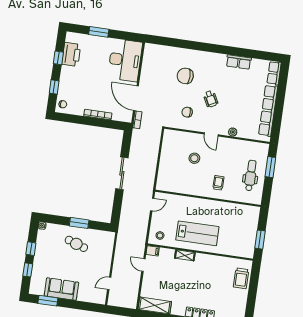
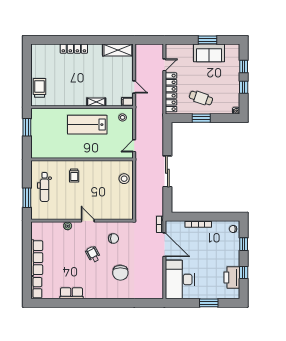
chair: (185, 76) -> (120, 273), turned 90
row of seats: (268, 111) -> (37, 258), width x0.73
stool: (194, 158) -> (124, 179), moved
locker: (106, 254) -> (171, 92), added
window: (48, 301) -> (207, 40), moved

